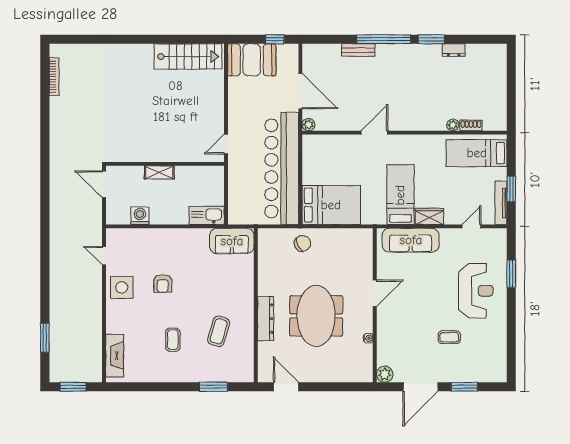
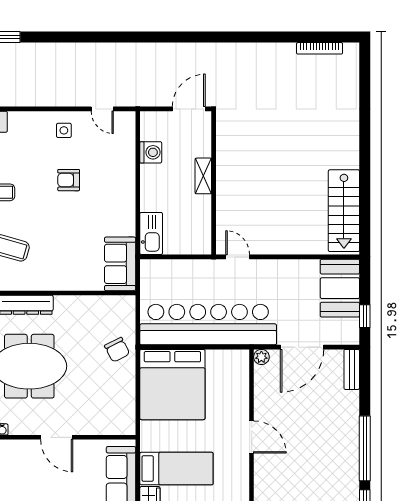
bench: (358, 50) -> (352, 369), moved
bed: (331, 205) -> (172, 385), width x1.36
door: (104, 256) -> (102, 109), swing flipped
side table: (122, 287) -> (64, 130), width x0.54, depth x0.54

